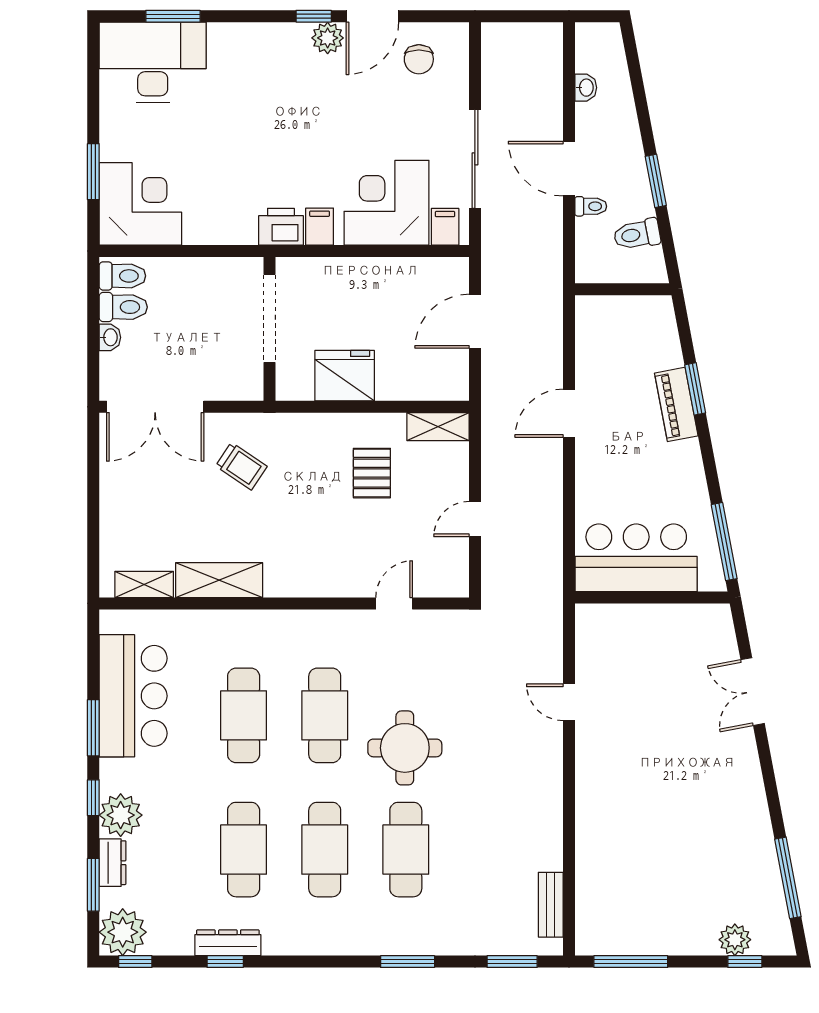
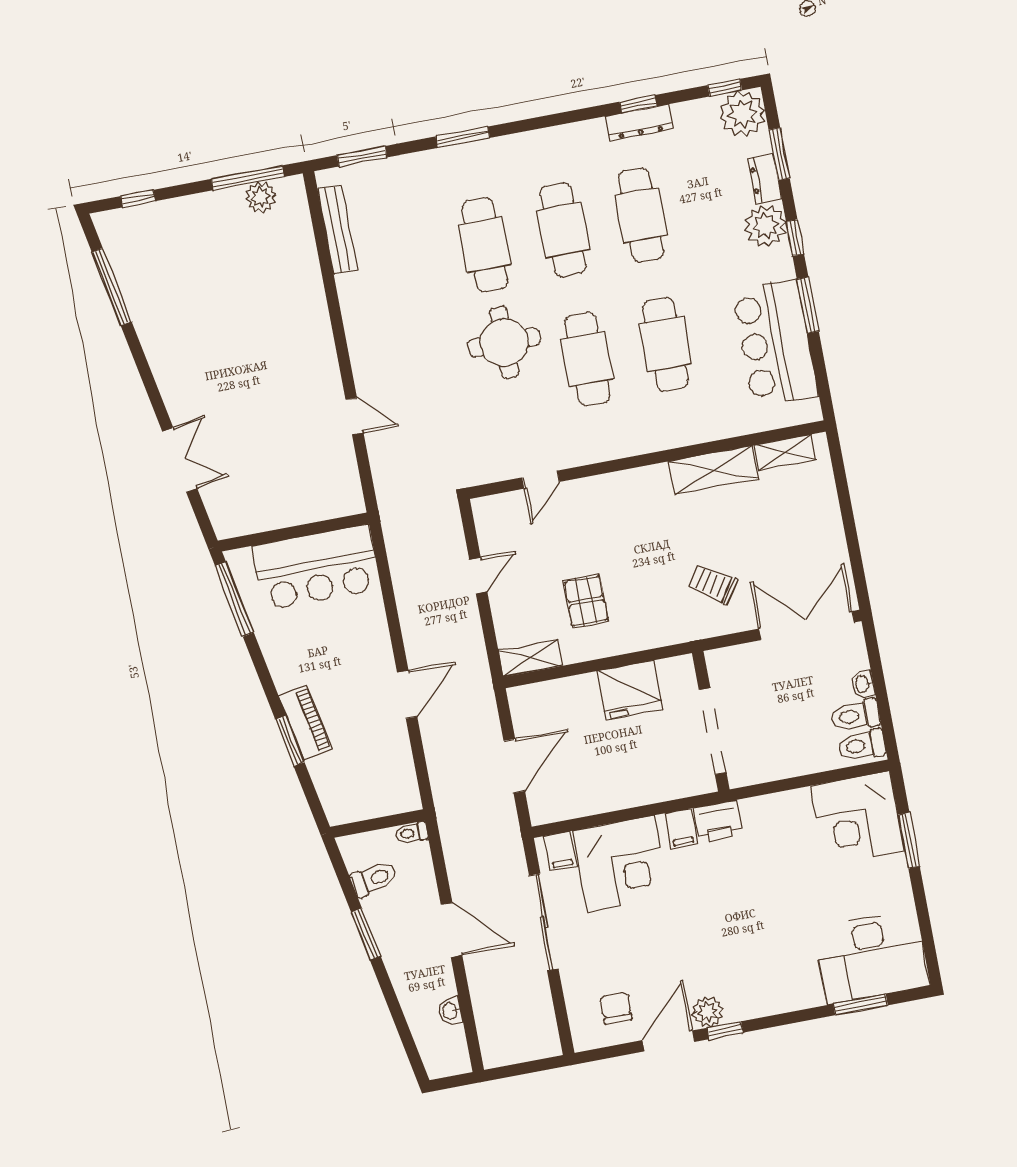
toilet: (591, 206) -> (412, 833), moved
bench: (551, 905) -> (337, 229), width x1.36
plant: (735, 940) -> (261, 197), moved

